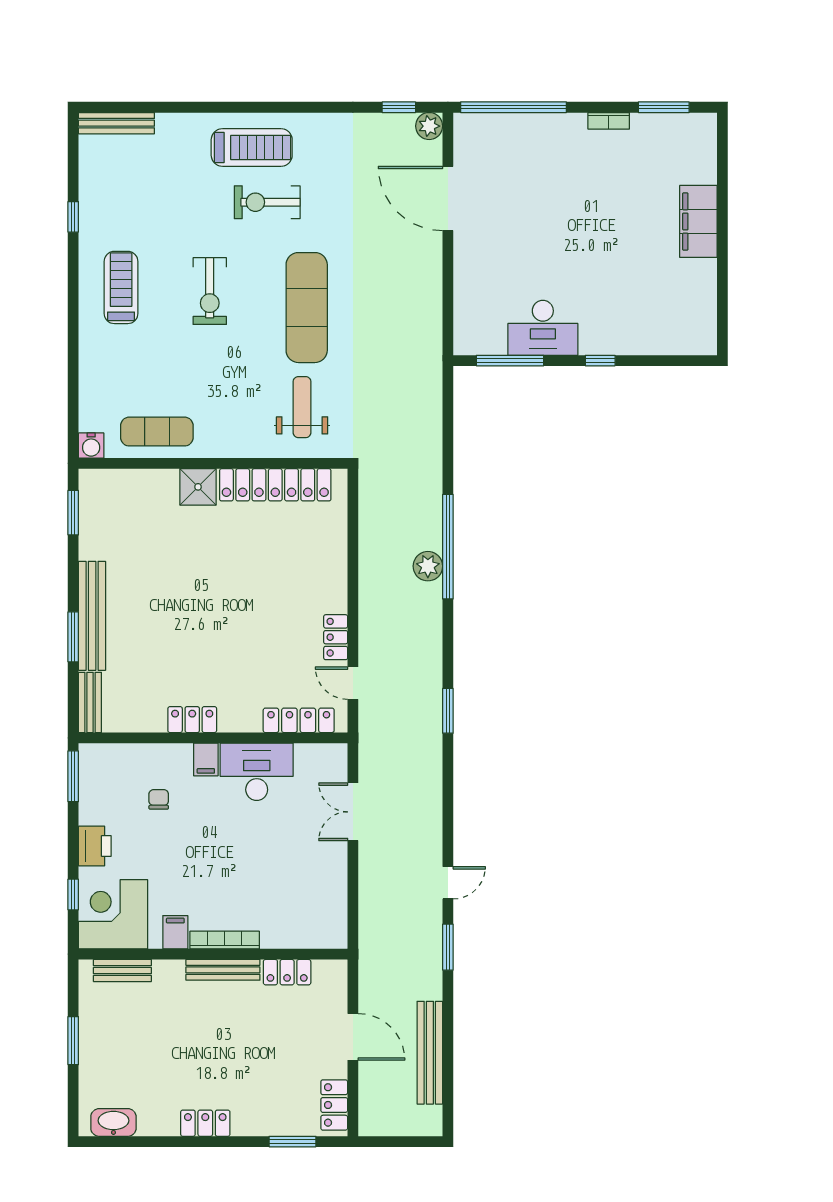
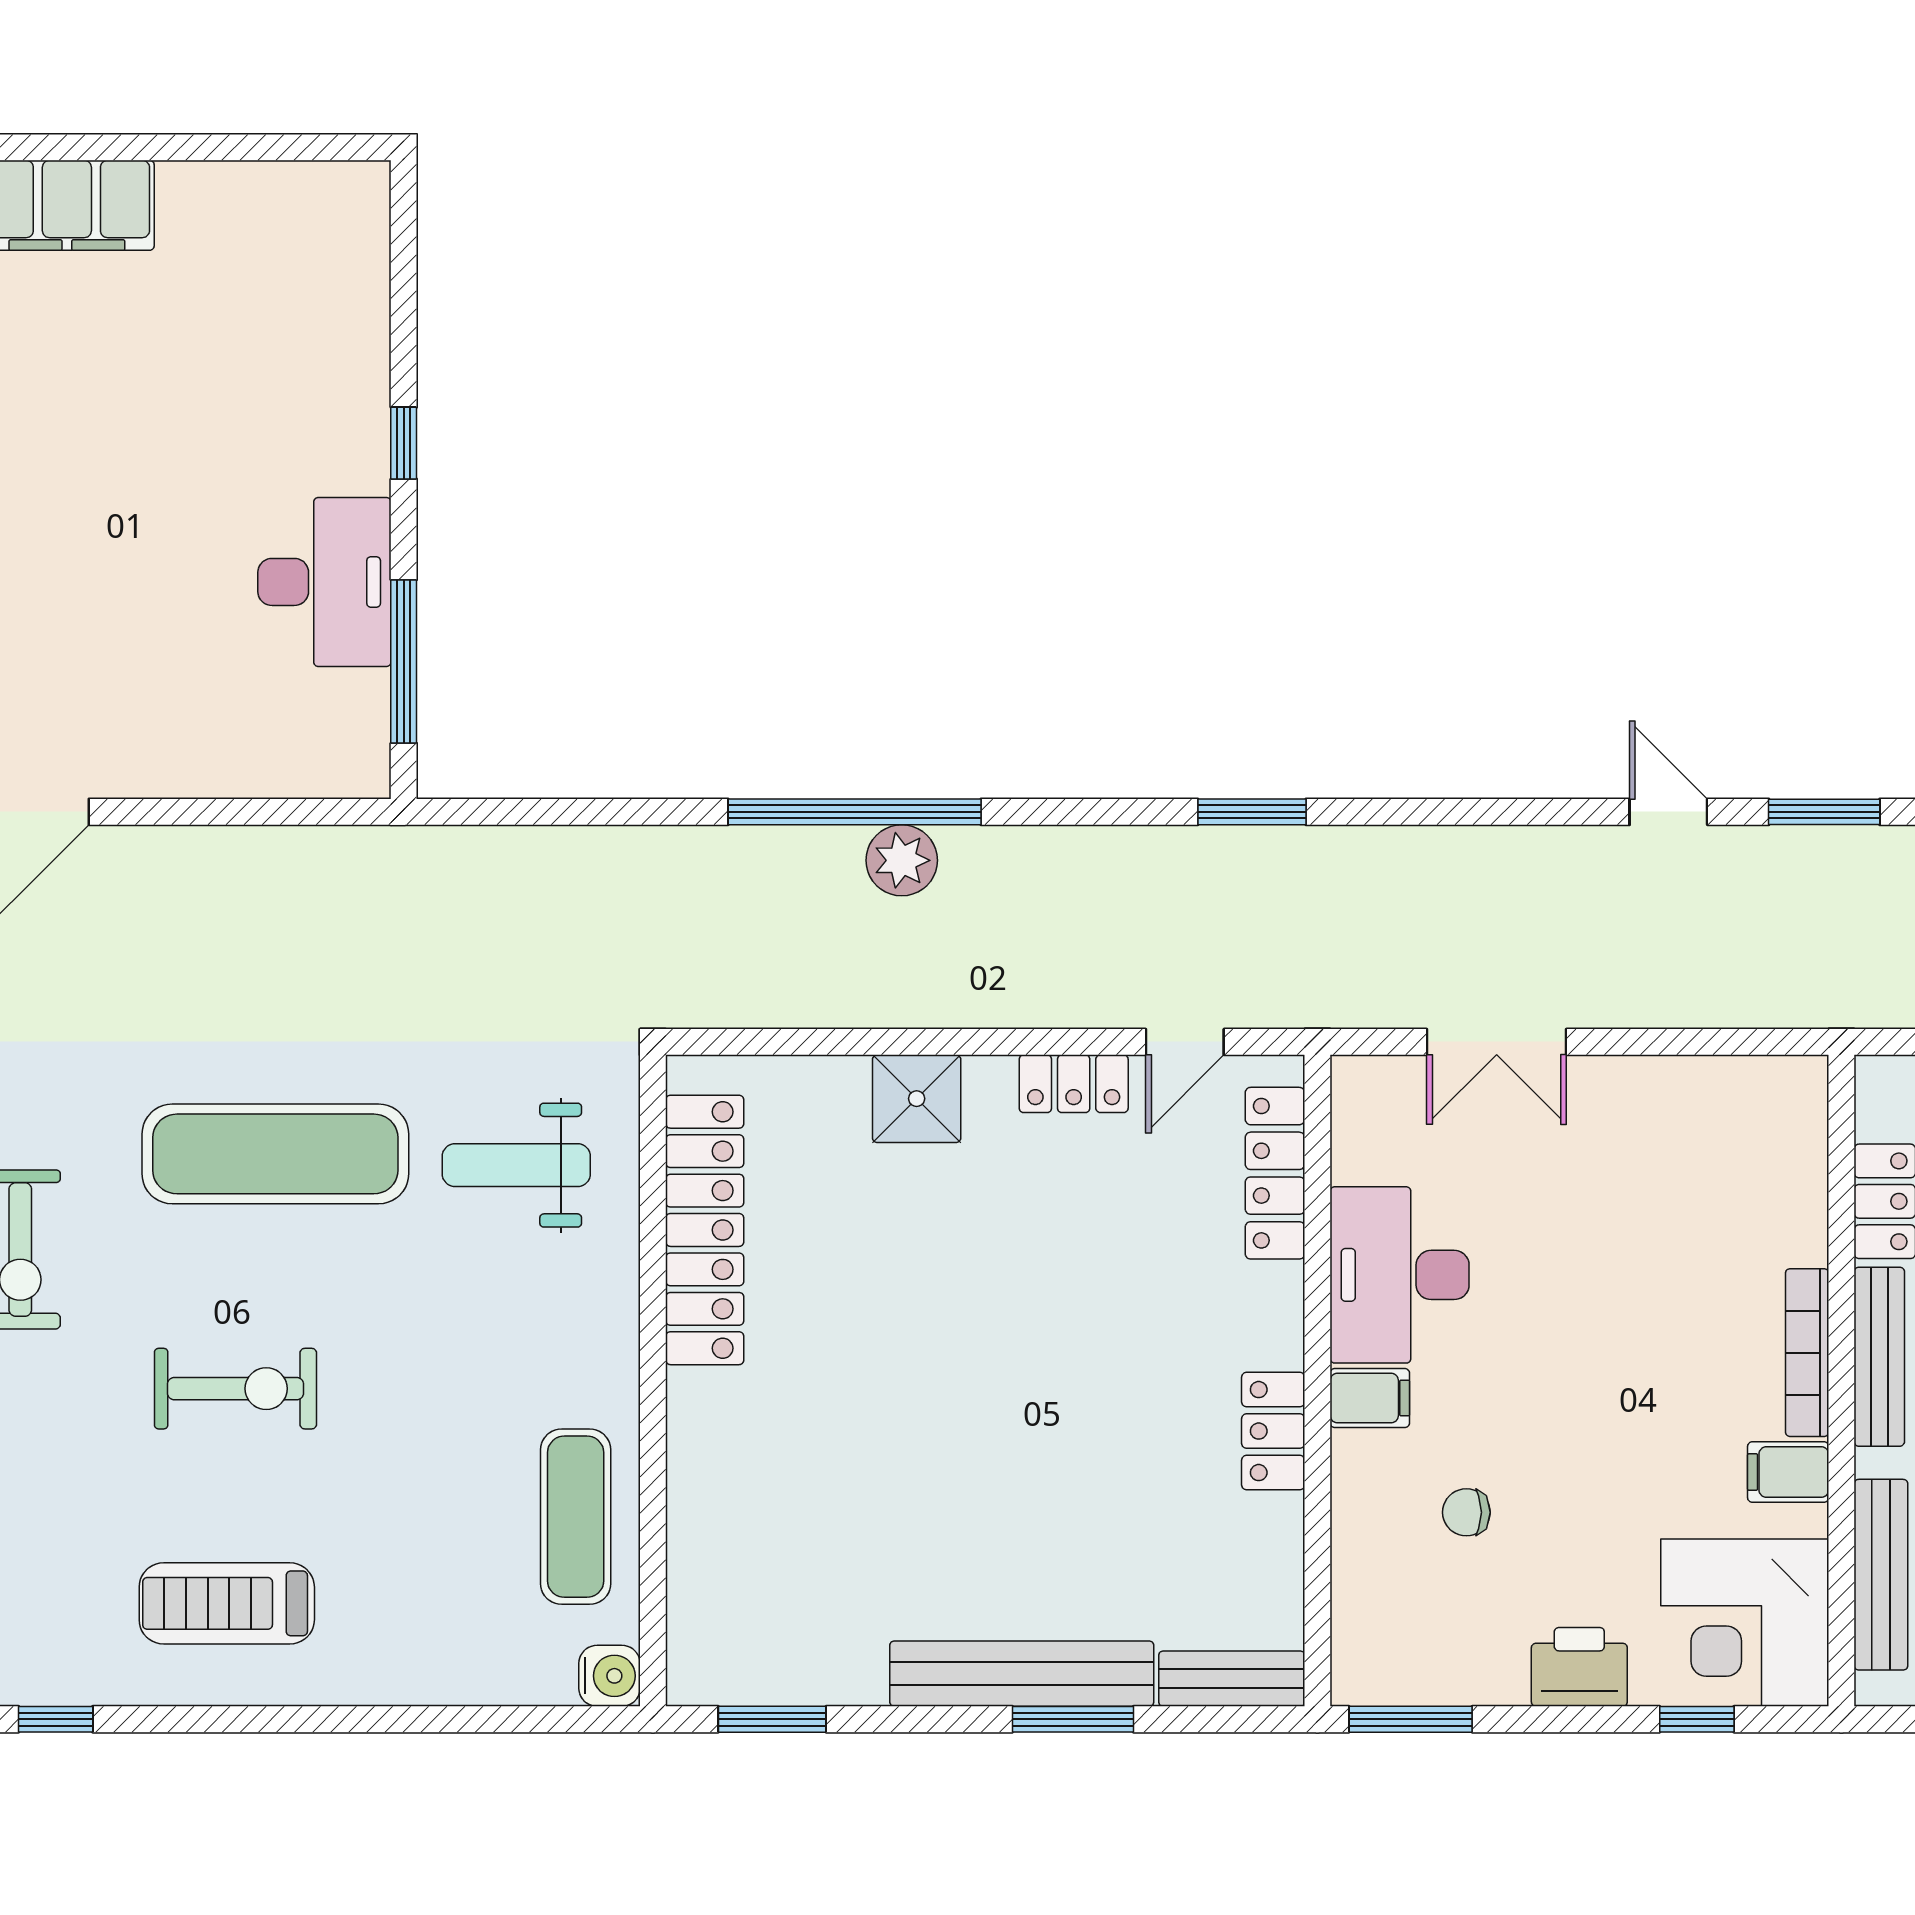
shower: (198, 487) -> (917, 1099), moved
bench: (122, 971) -> (1881, 1575), width x1.36

